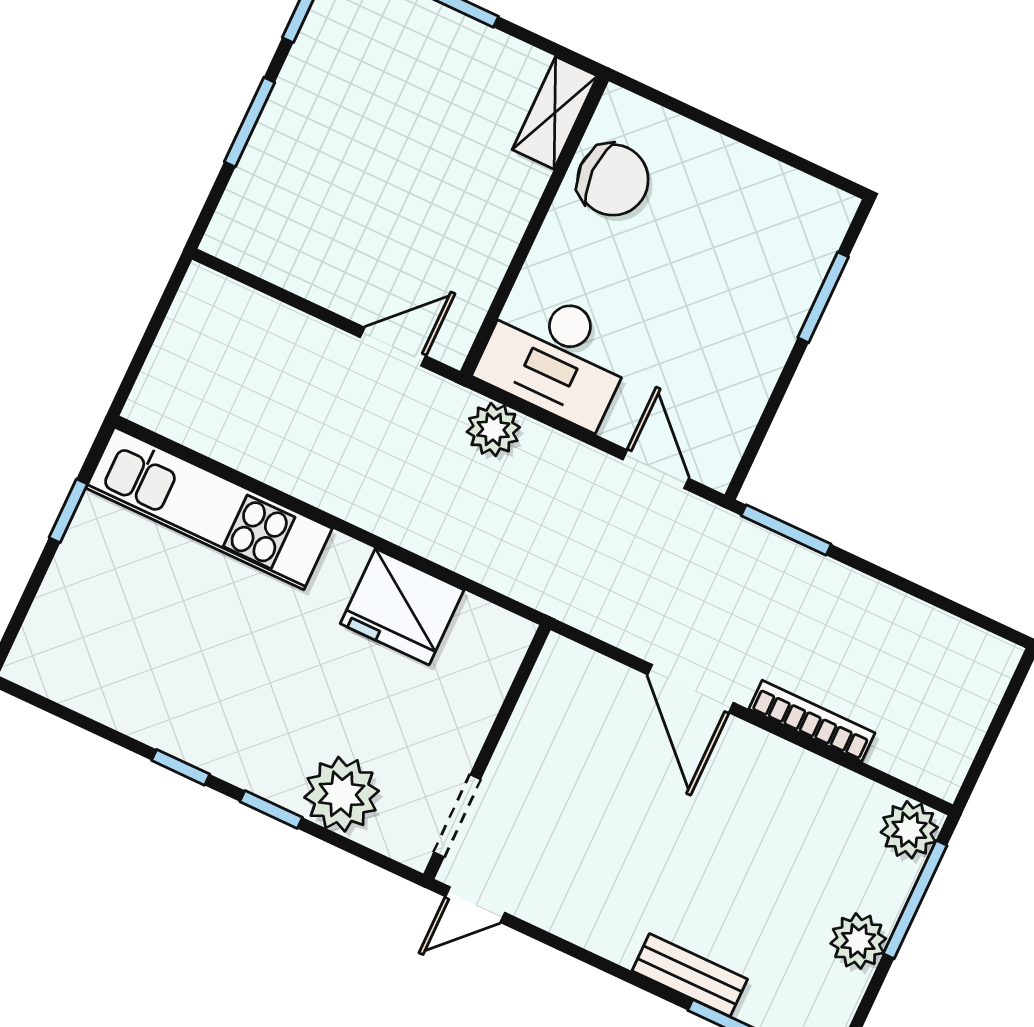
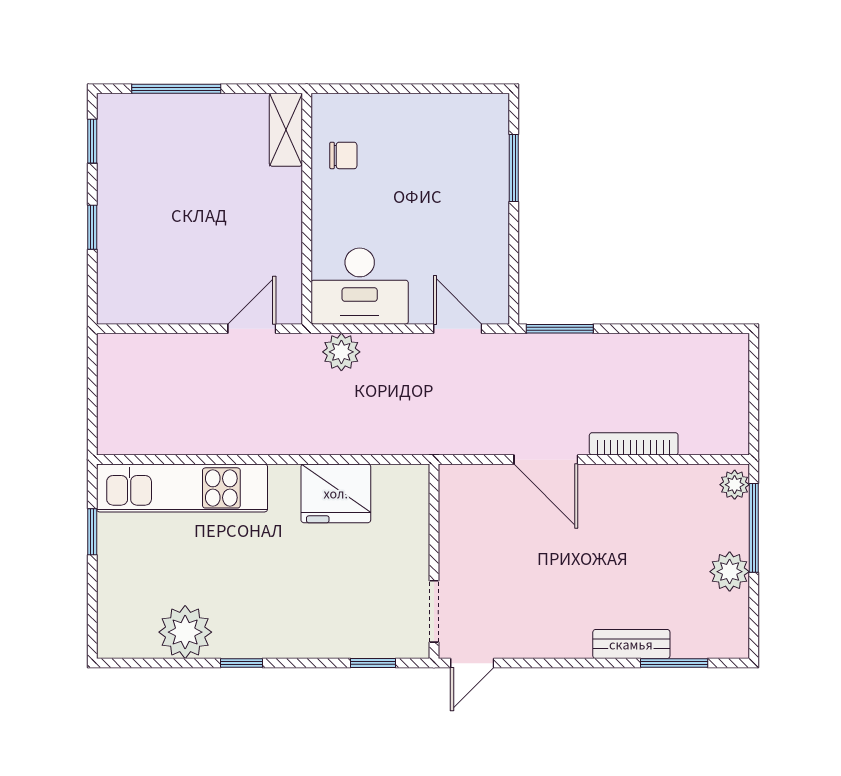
window: (250, 122) -> (92, 227), width x0.67
chair: (613, 180) -> (343, 155), width x0.54, depth x0.54
plant: (342, 794) -> (185, 632), moved
window: (271, 810) -> (373, 663), moved
plant: (909, 830) -> (735, 485), width x0.73, depth x0.73

